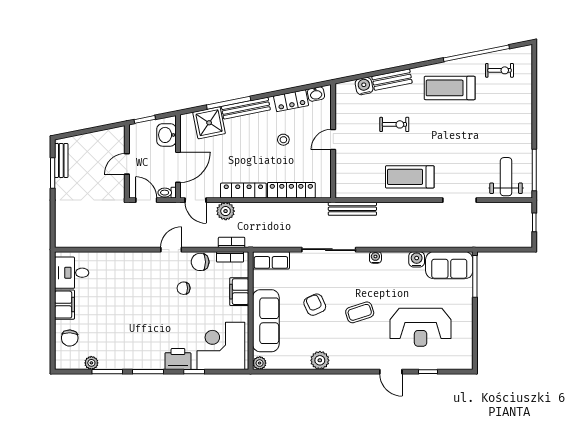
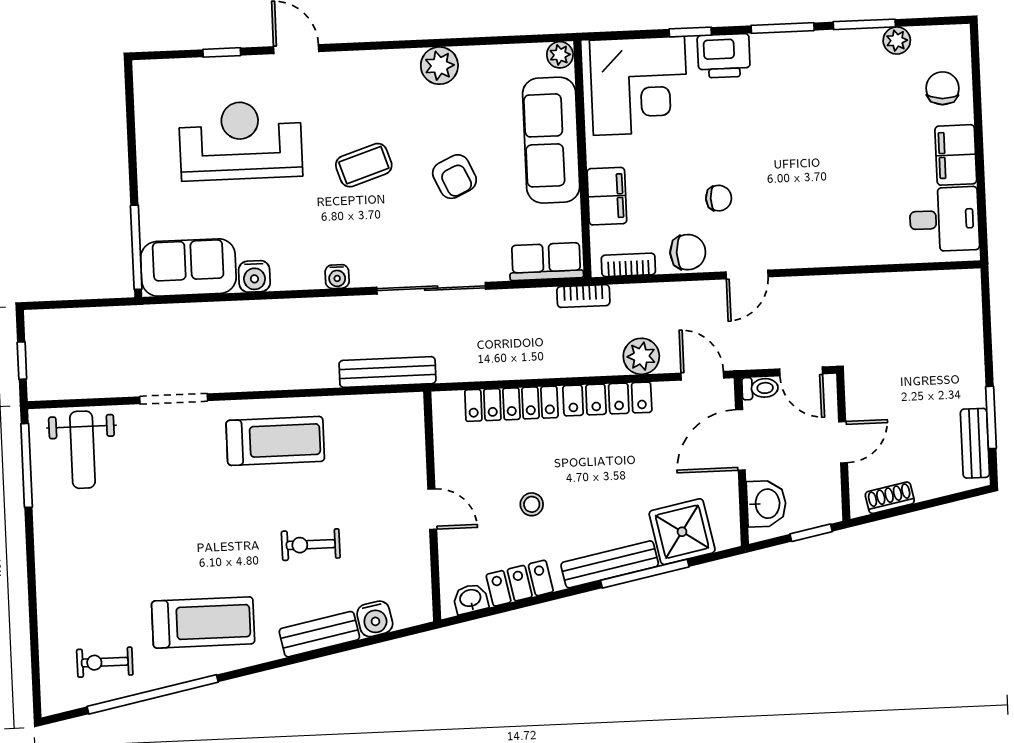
shoe rack: (105, 135) -> (890, 498), added
door: (333, 139) -> (432, 509), hinge flipped
bookcase: (232, 242) -> (583, 296), moved

